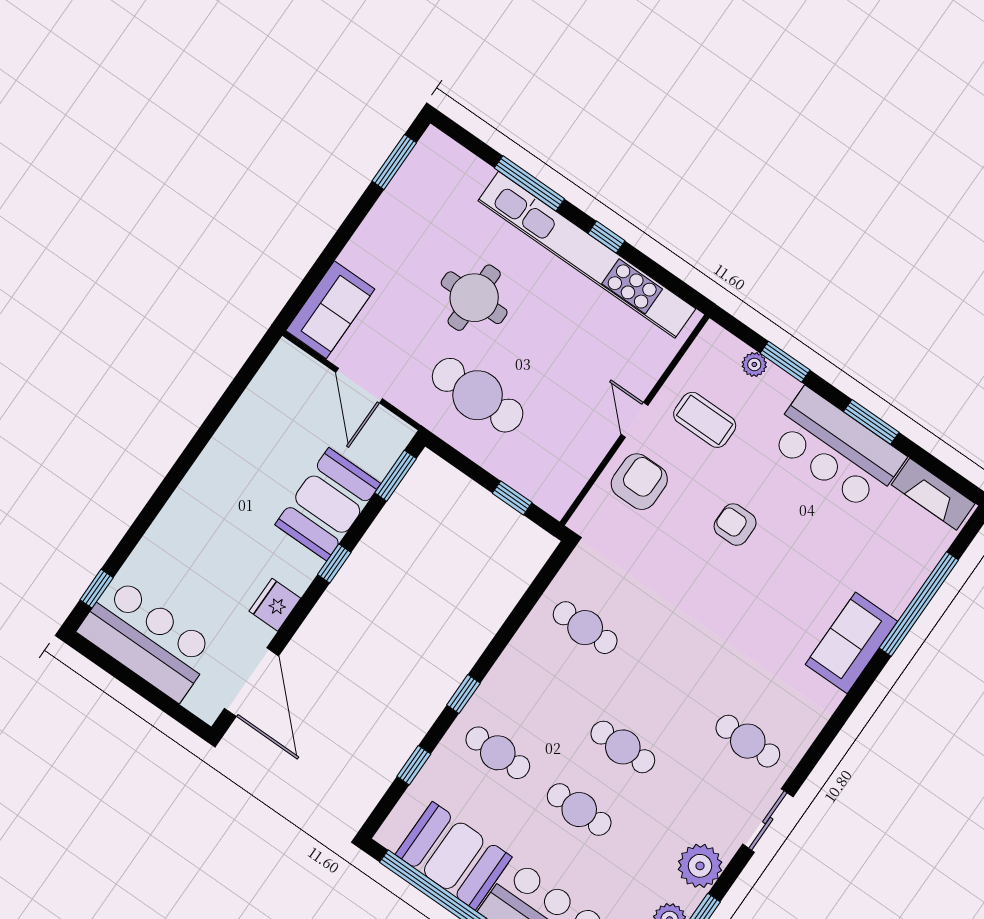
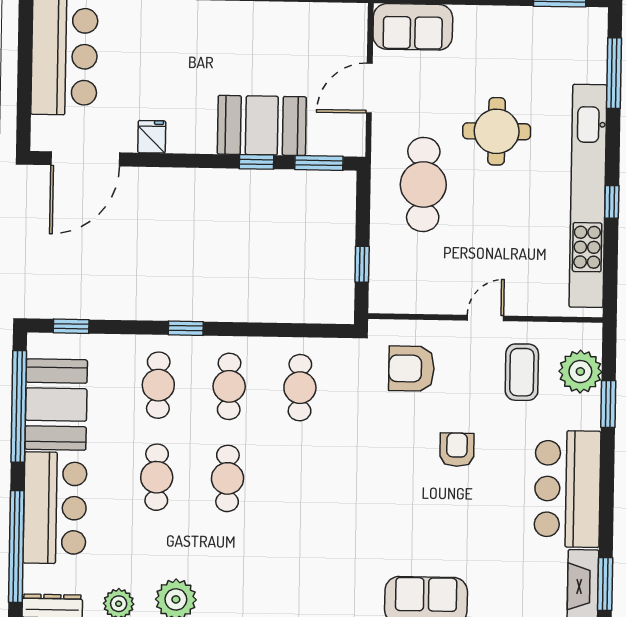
window: (529, 183) -> (614, 73), moved
plant: (754, 364) -> (580, 372), width x1.88, depth x1.88
window: (871, 422) -> (605, 584), moved
armchair: (639, 482) -> (411, 369), moved, turned 180
window: (334, 564) -> (256, 162), moved
fridge: (275, 605) -> (152, 137), width x0.72
cafe table: (748, 741) -> (229, 386), moved
window: (414, 765) -> (71, 326), moved

